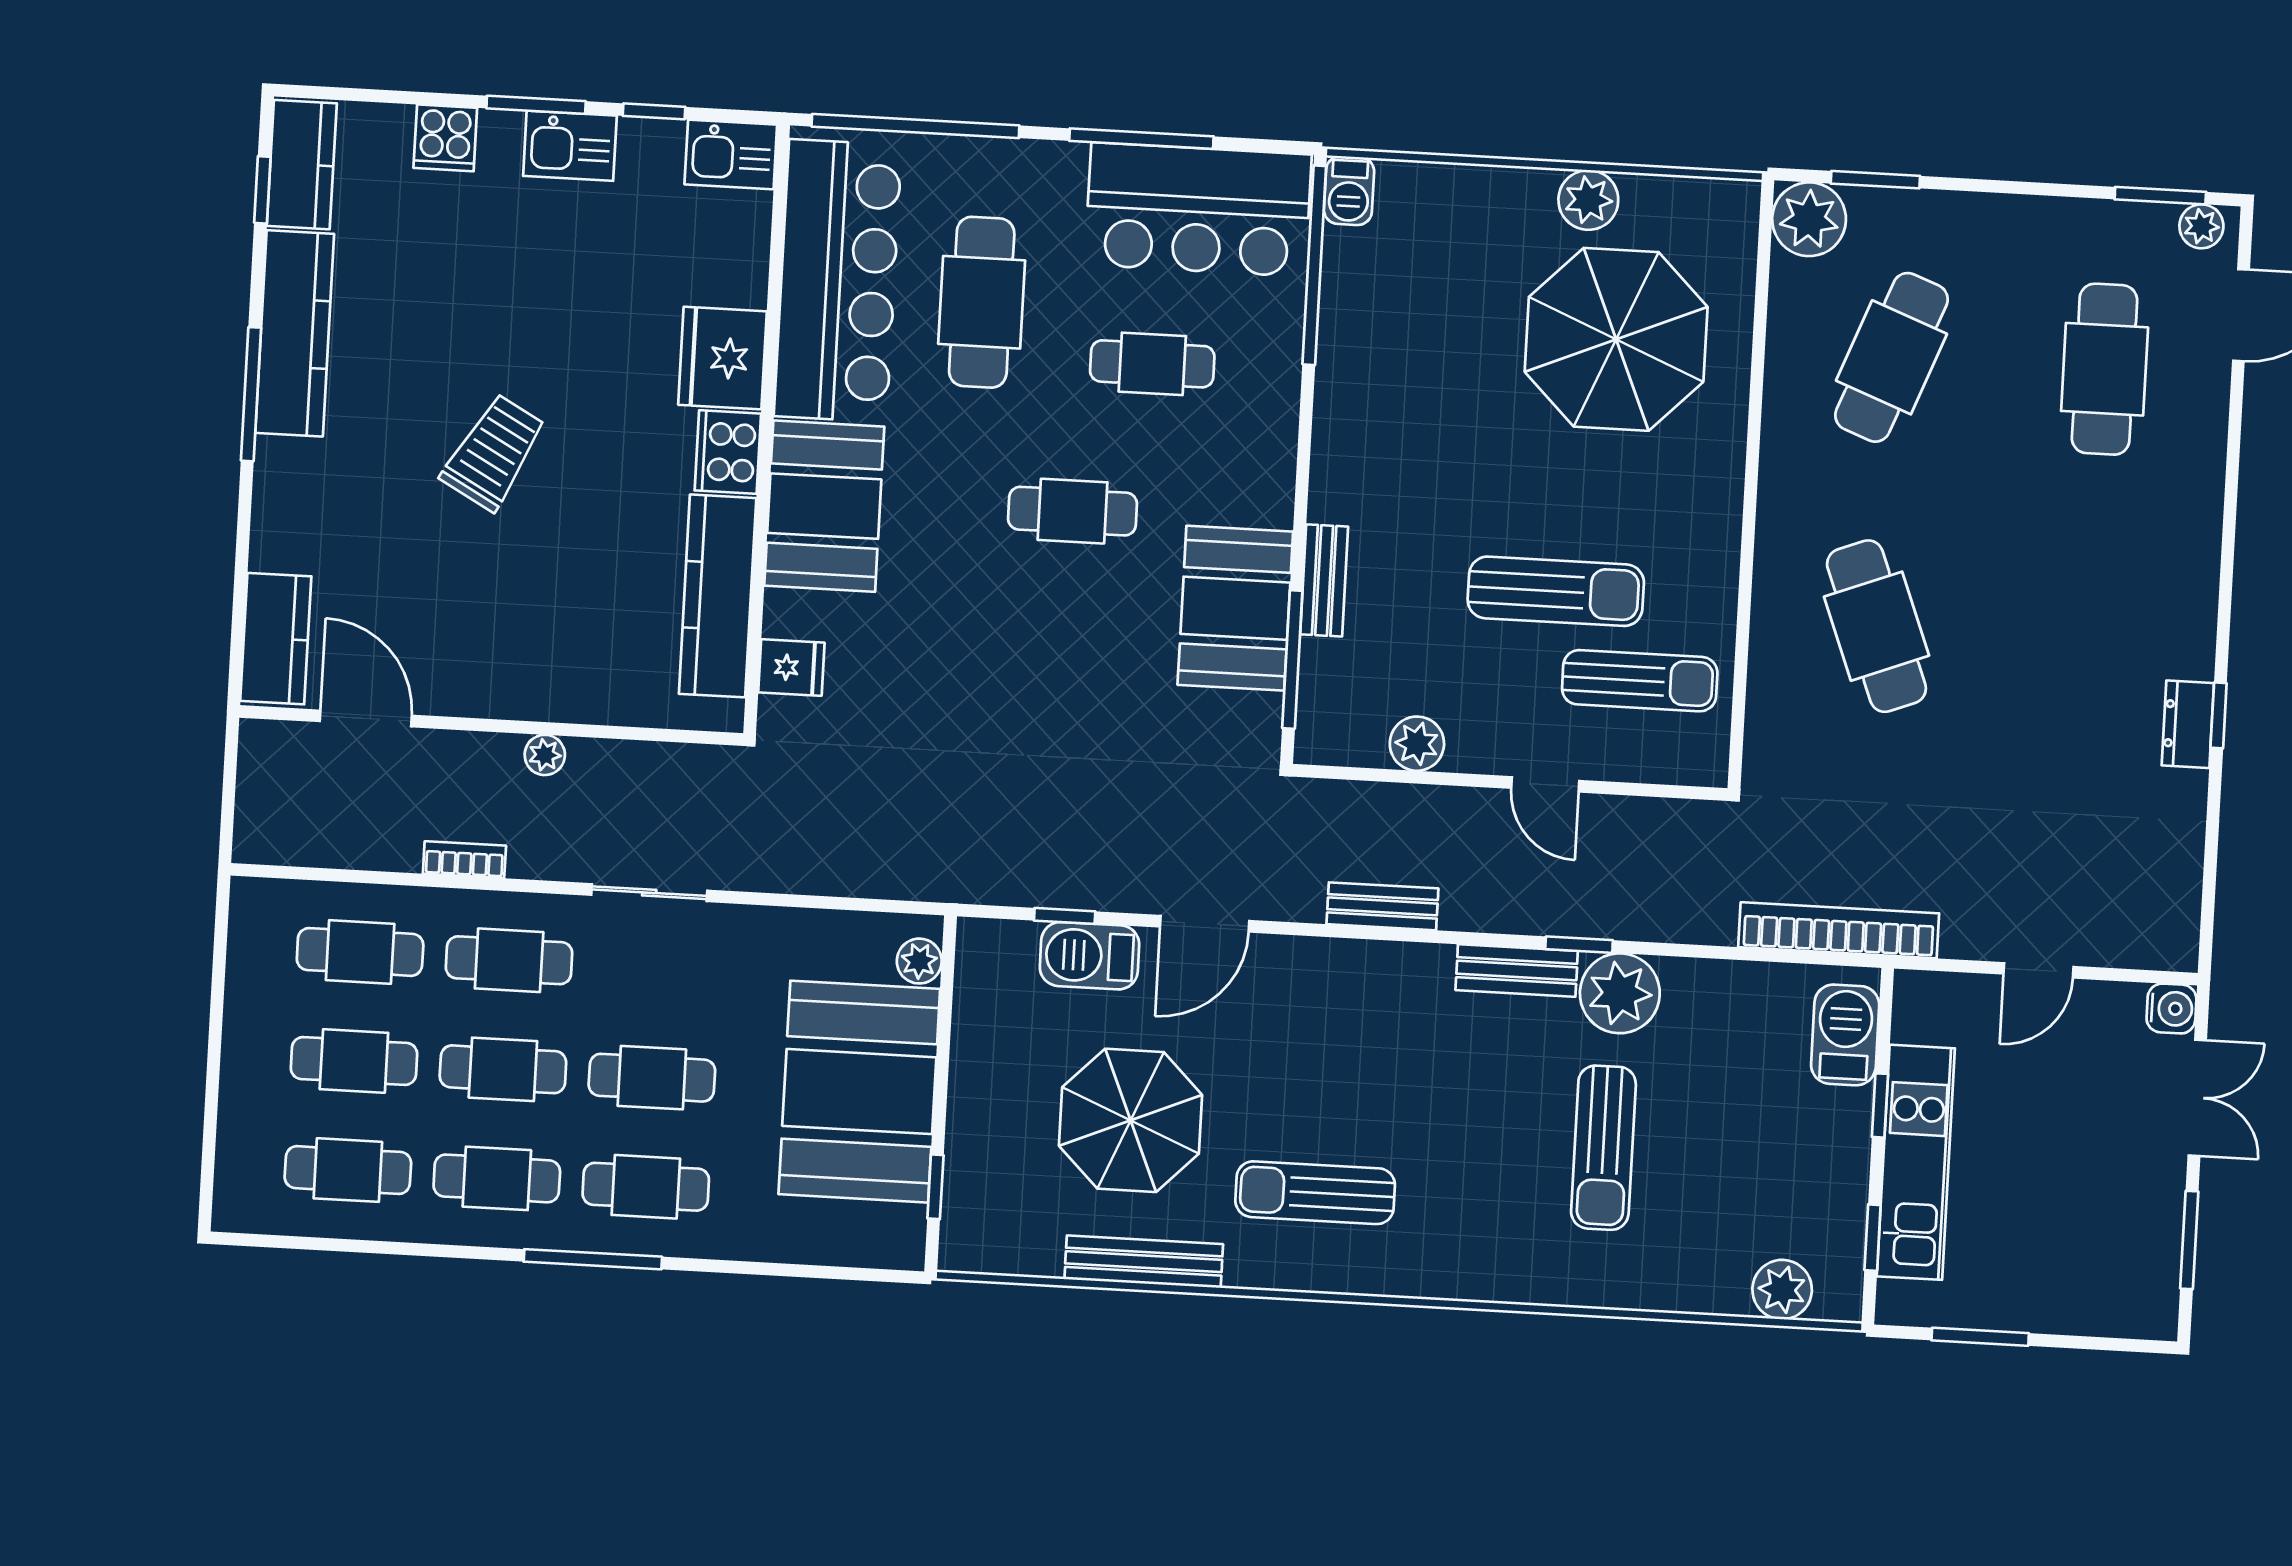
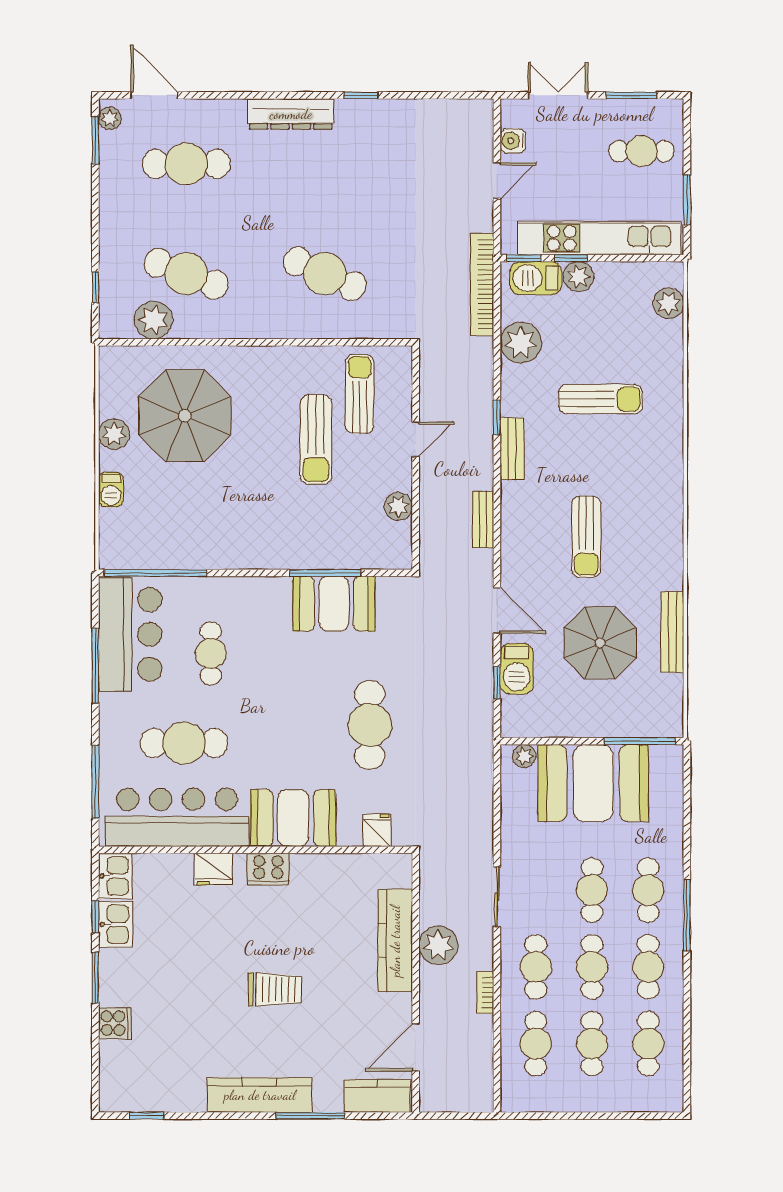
window: (915, 126) -> (95, 782), width x0.68
kitchen sink: (570, 146) -> (115, 924), moved
kitchen counter: (302, 165) -> (133, 1096), removed
window: (1875, 180) -> (95, 287), width x0.67
barbecue: (1349, 191) -> (111, 490), moved, turned 90
plant: (1809, 219) -> (154, 320), moved
kitchen counter: (295, 333) -> (260, 1095), moved
fridge: (722, 358) -> (213, 869), width x0.73, depth x0.75
window: (251, 394) -> (310, 1116), moved
trolley: (494, 452) -> (275, 989), turned 151
cafe table: (1072, 511) -> (370, 725), moved, width x1.37, depth x1.35
bench: (1324, 580) -> (317, 559), removed
sun lounger: (1556, 591) -> (316, 440), turned 180
kitchen counter: (718, 596) -> (395, 941), moved, turned 90
cafe table: (1876, 626) -> (325, 274), turned 45
window: (1292, 660) -> (325, 573), moved
dresser: (2188, 724) -> (291, 114), moved, width x1.96, depth x1.24
plant: (545, 755) -> (438, 945), width x1.87, depth x1.87
door: (2039, 970) -> (497, 181), hinge flipped
plant: (1620, 993) -> (521, 343), moved
water cooler: (2171, 1009) -> (513, 141), moved, turned -90
plant: (1843, 1118) -> (579, 277), added
kitchen unit: (1916, 1162) -> (599, 238), width x1.36
window: (935, 1187) -> (640, 741), width x2.17
sun lounger: (1315, 1193) -> (586, 537), moved
window: (1873, 1238) -> (524, 258), moved
cafe table: (2080, 1254) -> (642, 151), added

